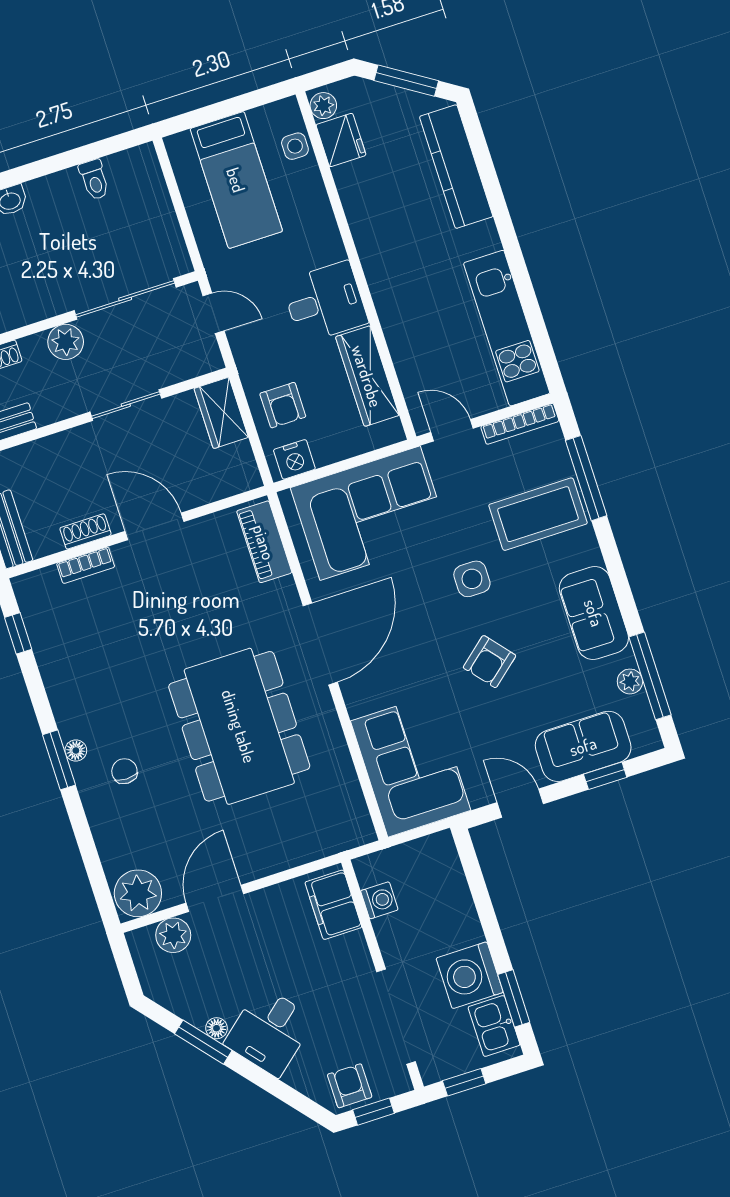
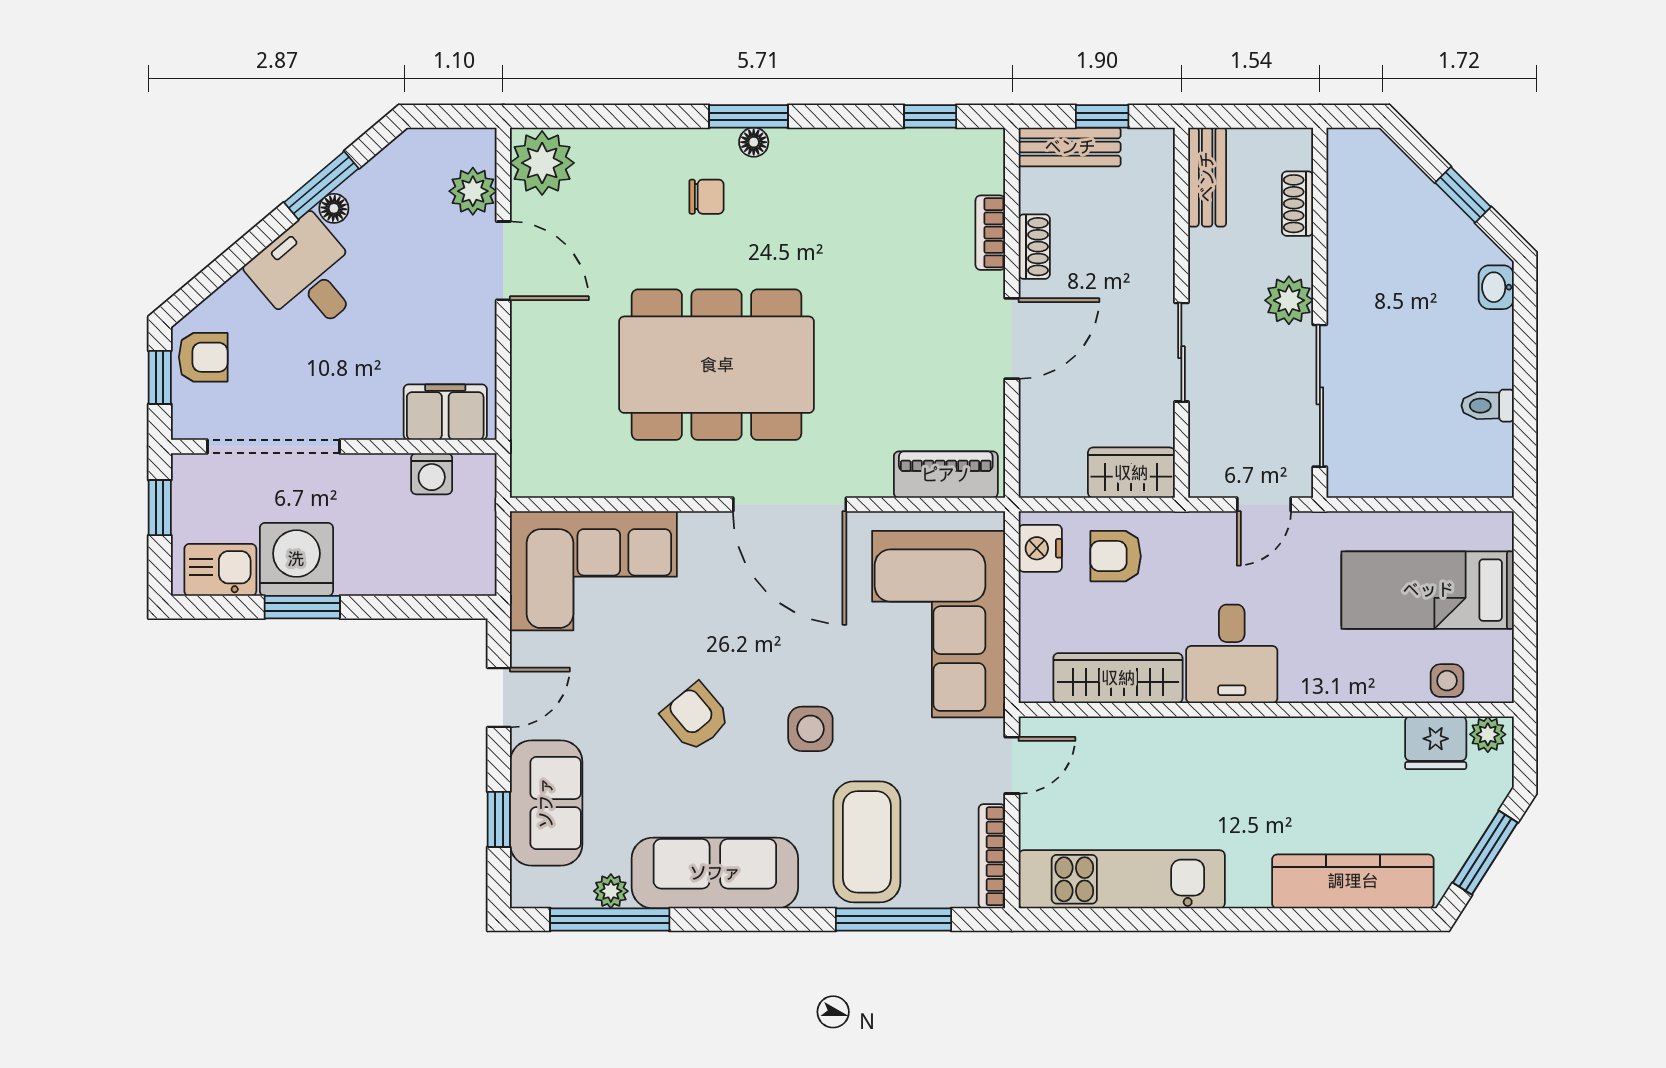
sofa: (594, 613) -> (715, 873), width x1.36
window: (514, 998) -> (302, 607), moved

